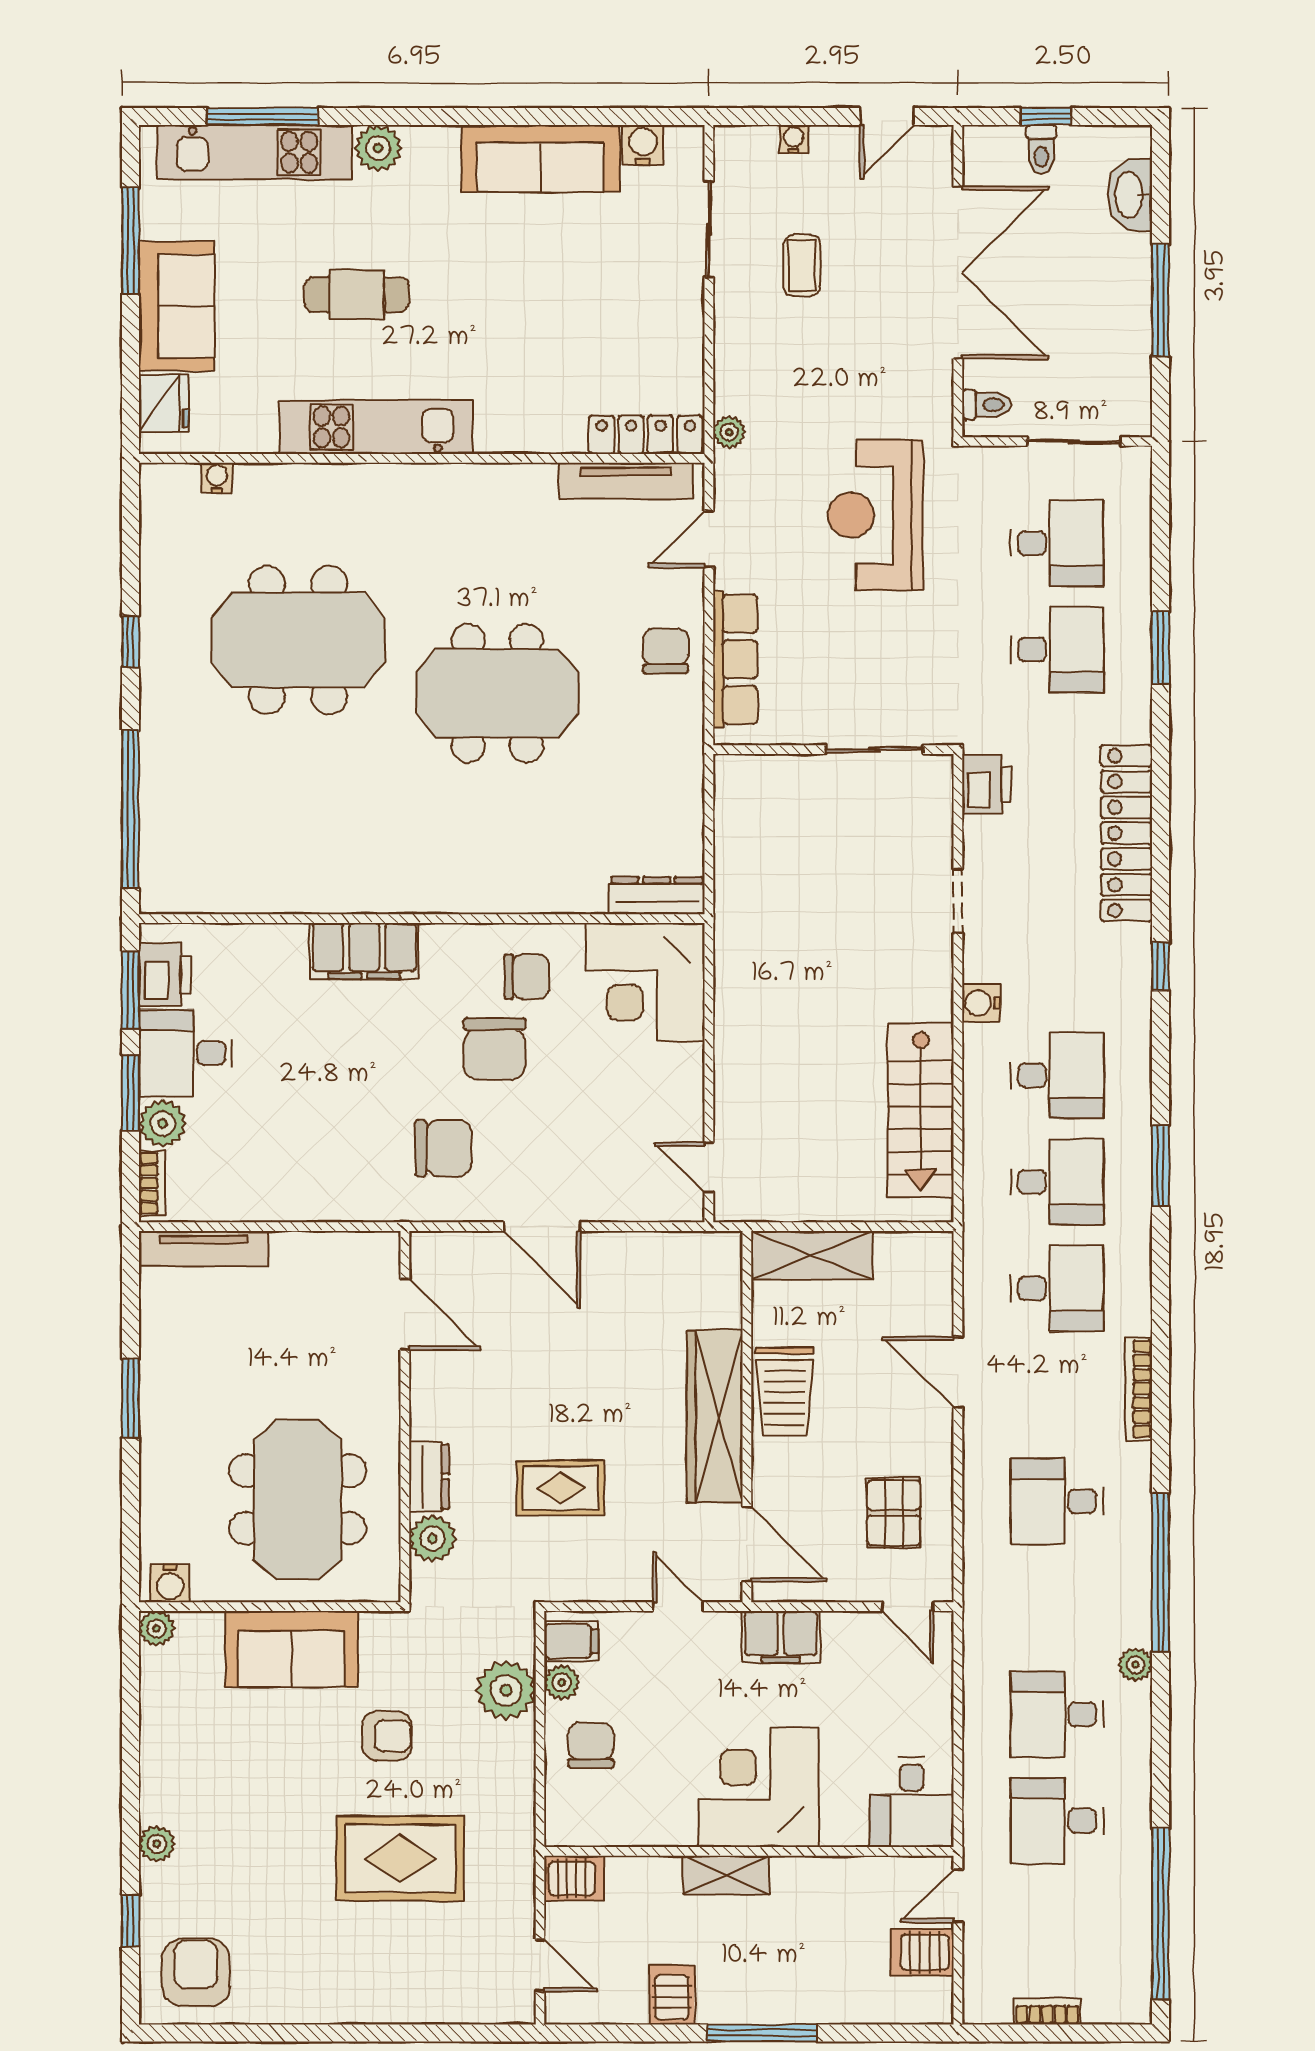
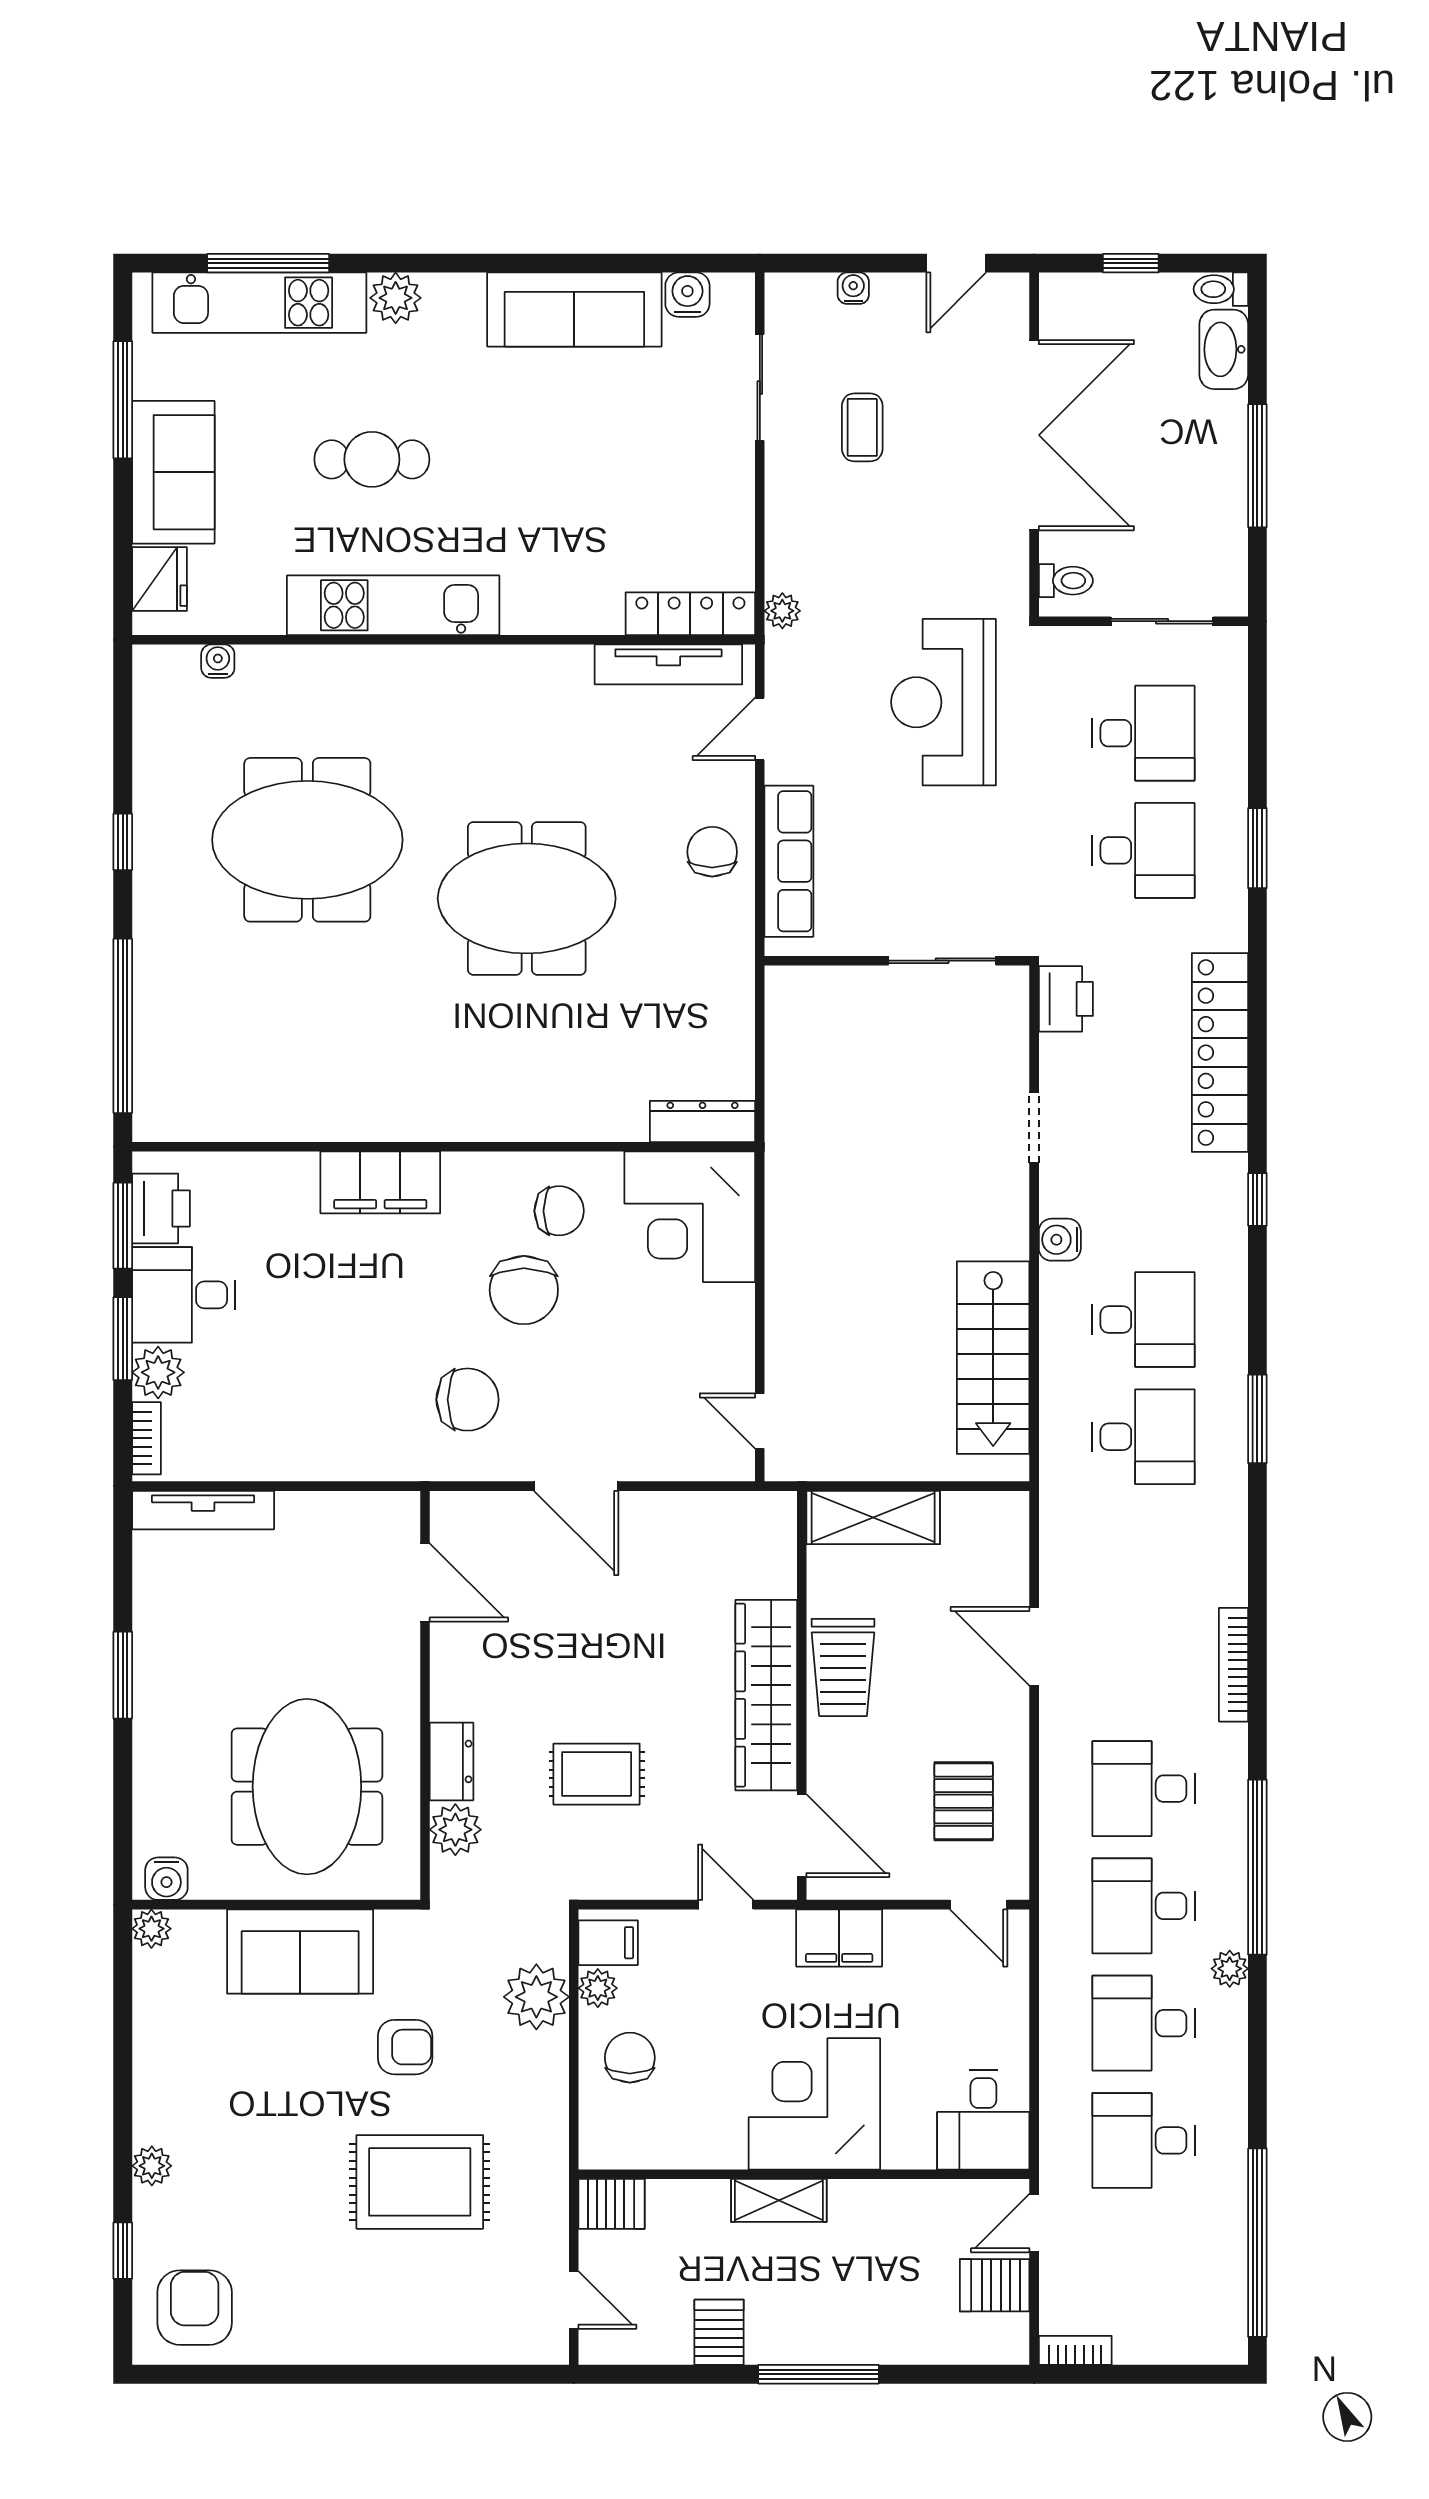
toilet: (1041, 150) -> (1221, 289), moved, turned 90
desk: (1057, 1288) -> (1143, 1906), moved, turned 180
bookcase: (1047, 2011) -> (1075, 2350), moved

